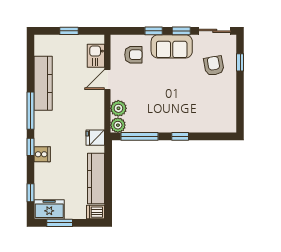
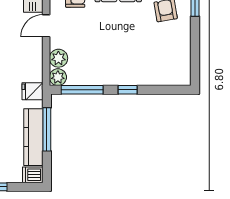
window: (108, 172) -> (47, 129), added

